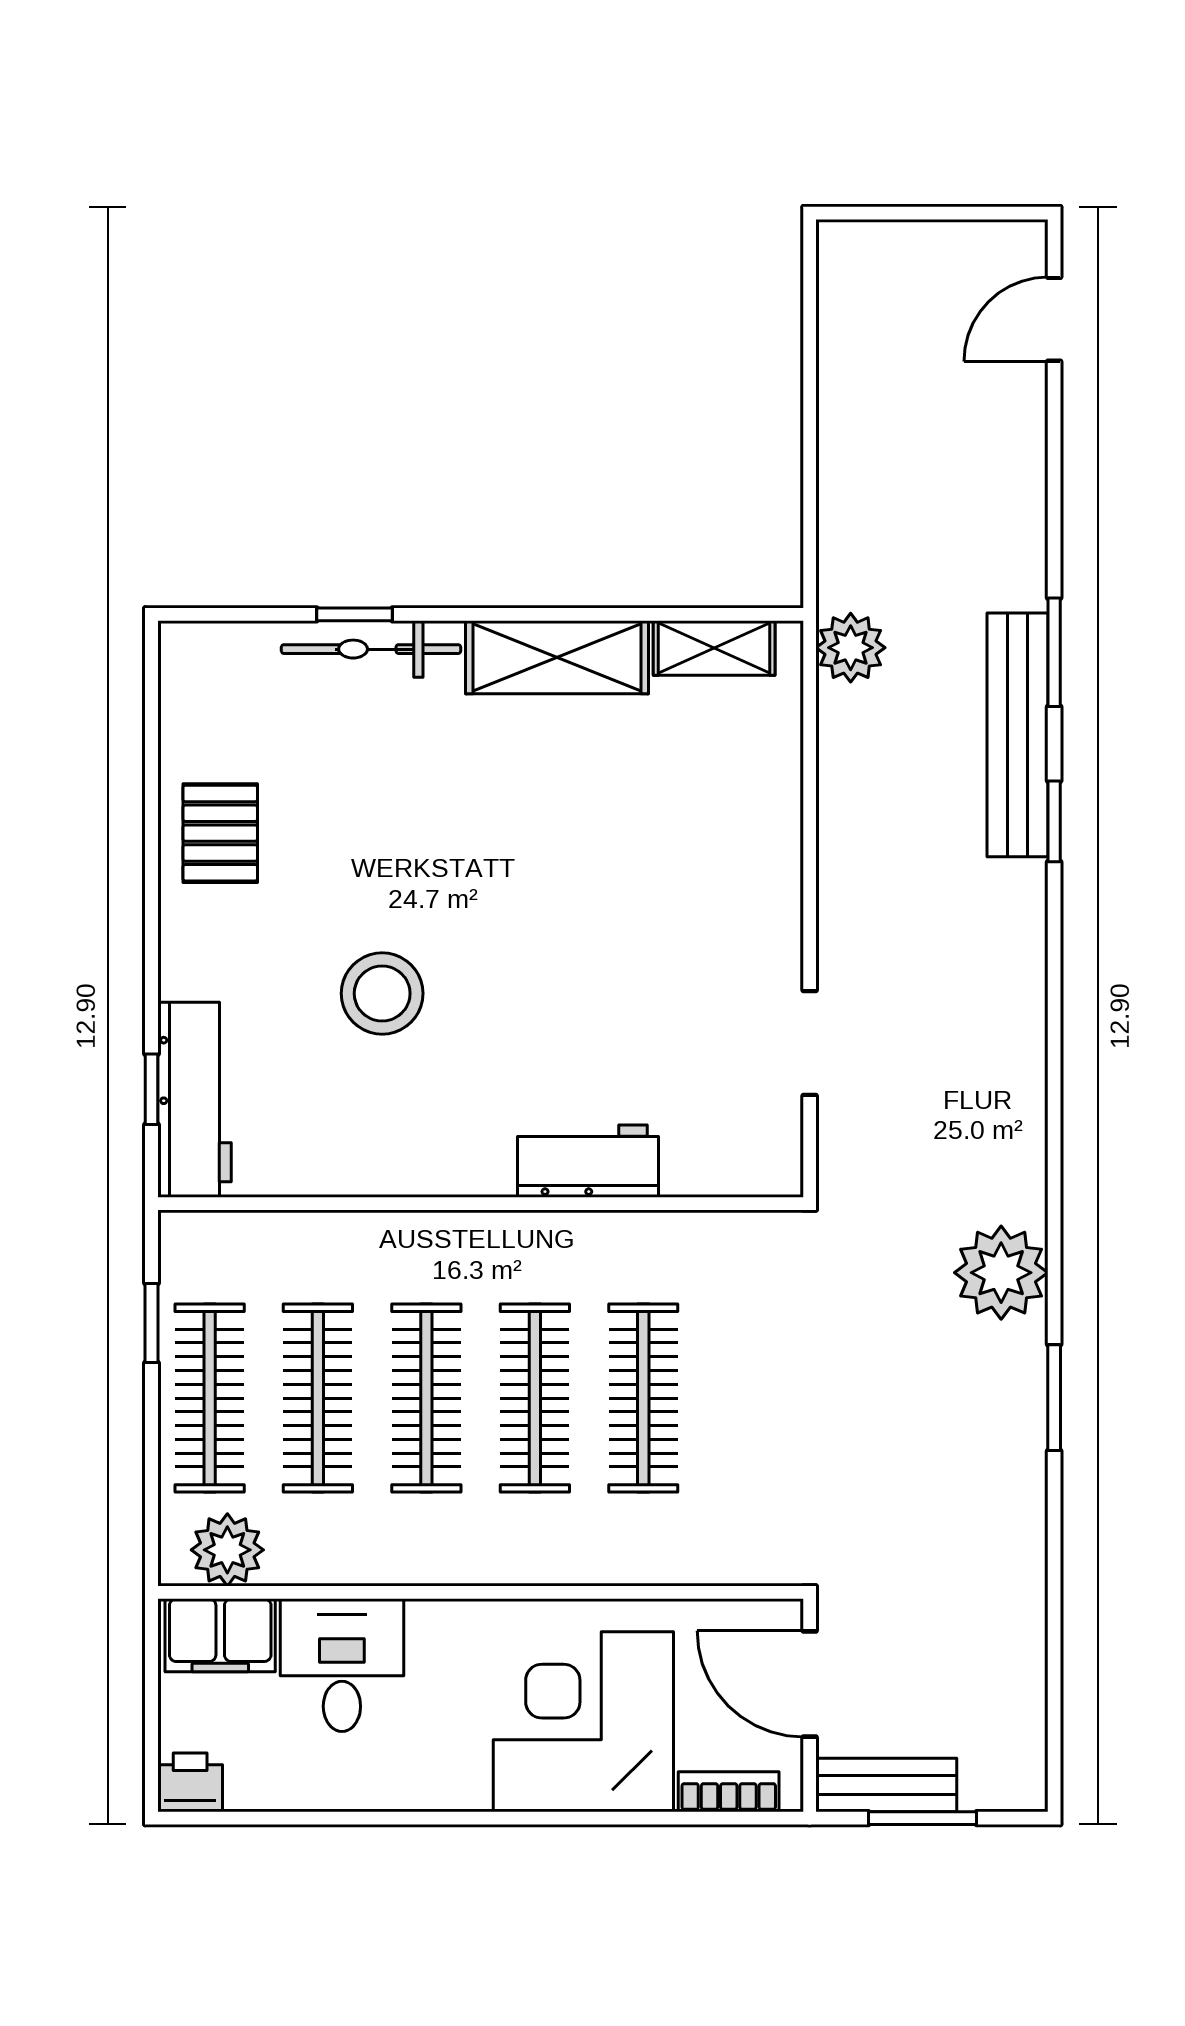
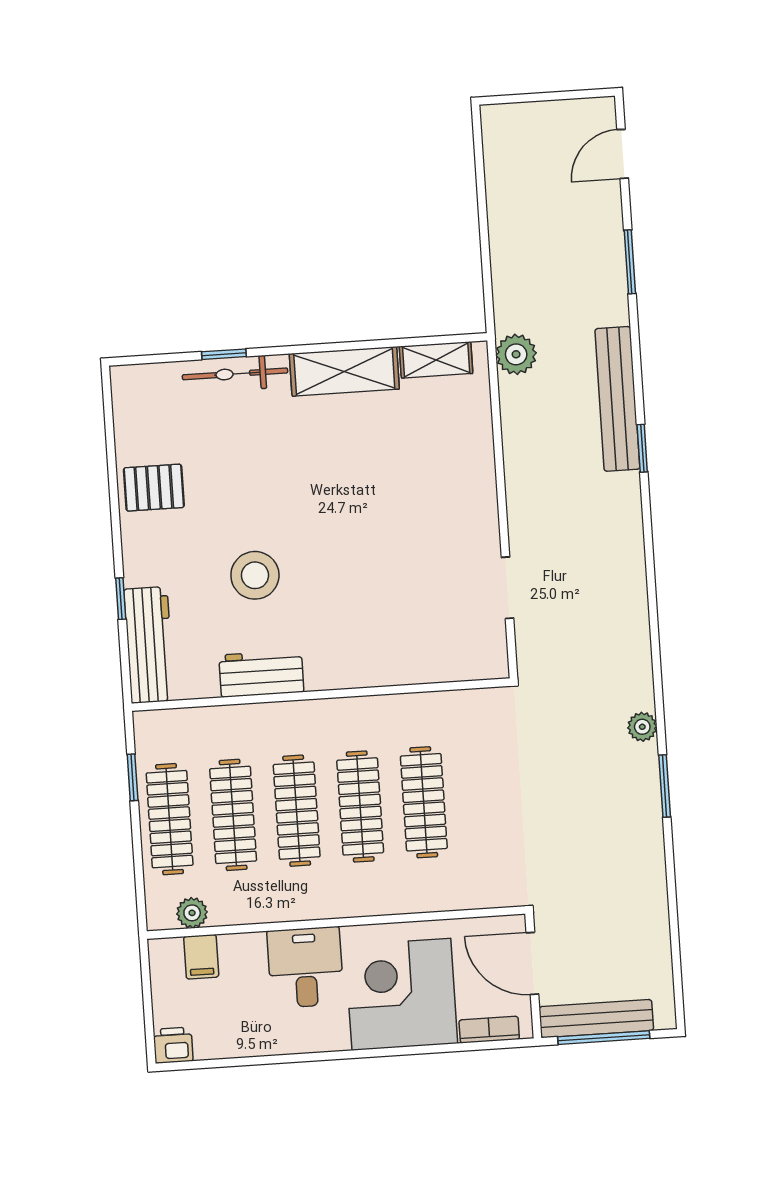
window: (1054, 652) -> (630, 262), moved
pallet: (220, 833) -> (154, 488), turned 90
window: (152, 1089) -> (121, 599), moved
workbench: (588, 1161) -> (261, 674), moved
plant: (1001, 1273) -> (642, 727), width x0.53, depth x0.53
plant: (227, 1550) -> (192, 913), width x0.73, depth x0.73
filing cabinet: (220, 1635) -> (201, 957), width x0.50
desk: (342, 1665) -> (305, 967), moved
bench: (886, 1785) -> (596, 1019), width x1.36
window: (922, 1818) -> (604, 1038), width x1.44

